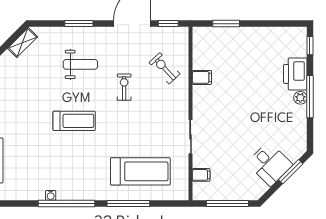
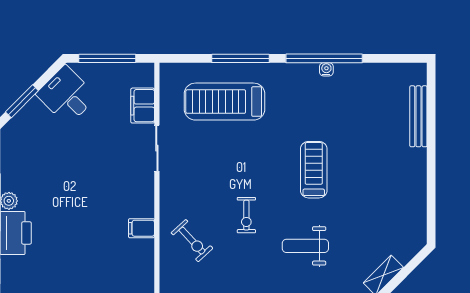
treadmill: (74, 121) -> (314, 170), turned 90
desk: (270, 164) -> (67, 95), moved
filing cabinet: (201, 175) -> (143, 106), width x2.00
water cooler: (51, 195) -> (326, 69), moved

